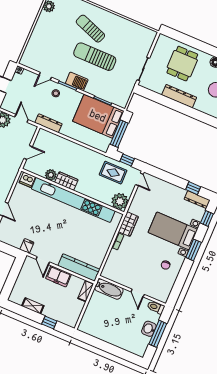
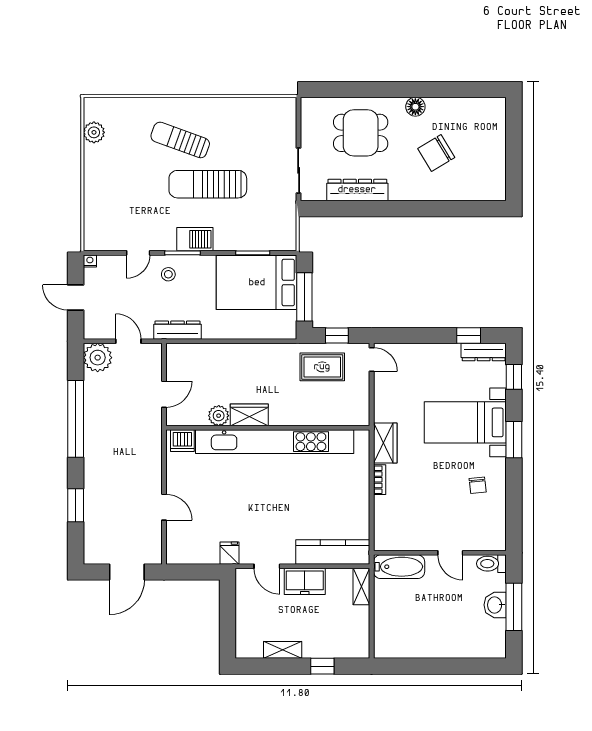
dining table: (182, 64) -> (361, 133), turned 90
dresser: (179, 96) -> (357, 190), moved
plant: (120, 201) -> (354, 411), removed

